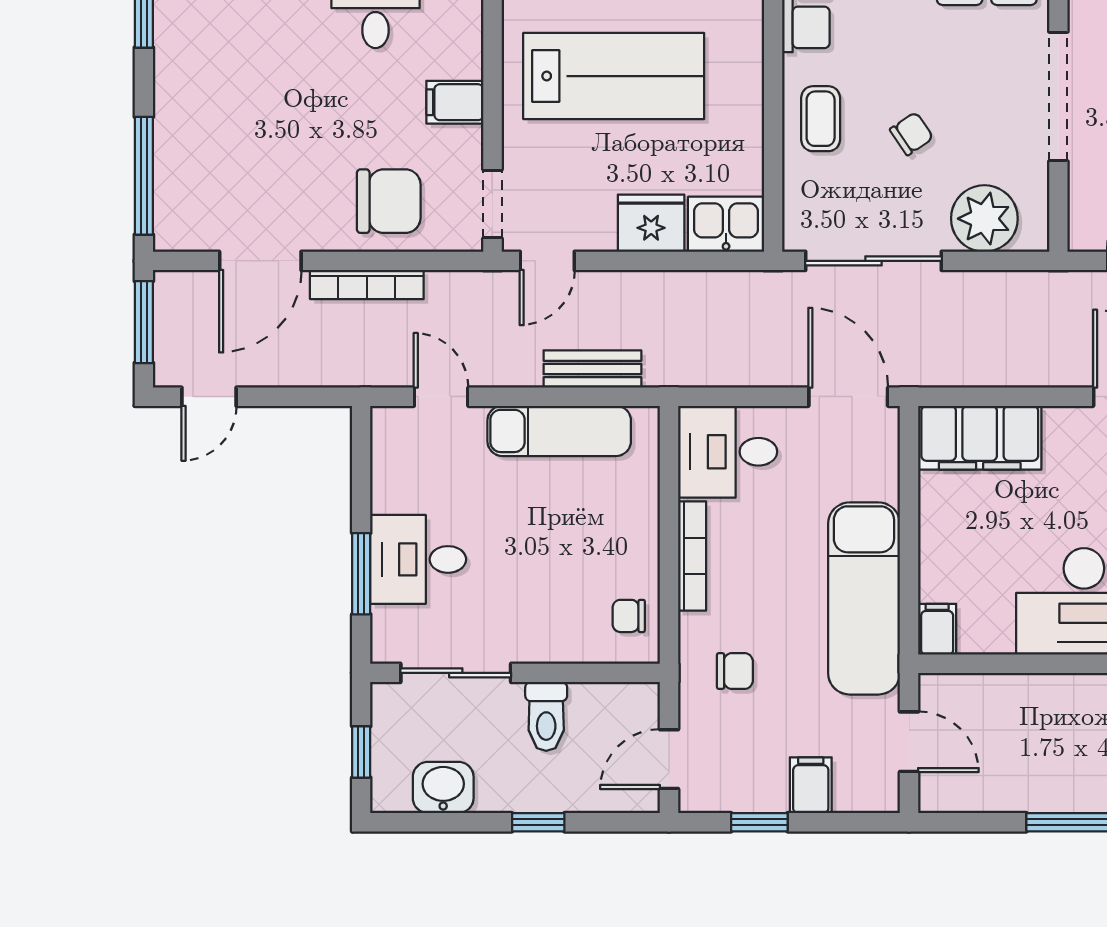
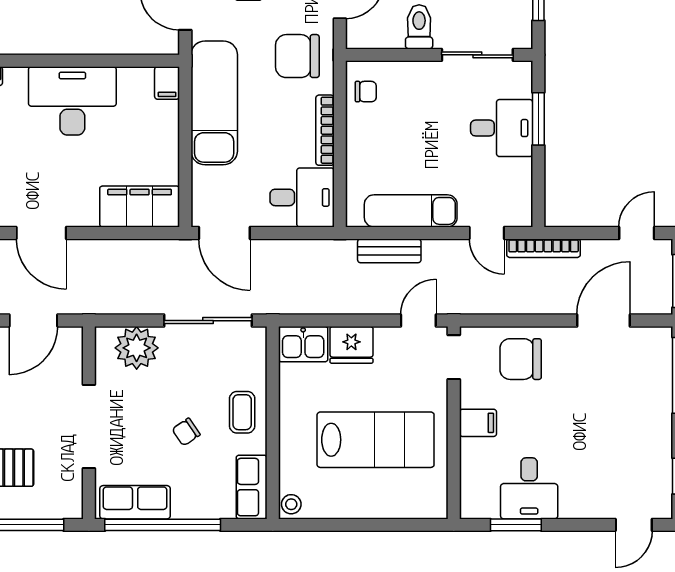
lab bench: (614, 76) -> (376, 440), turned 180
chair: (912, 134) -> (186, 432), moved
bookcase: (367, 285) -> (544, 248), moved, turned 180
chair: (735, 671) -> (297, 56), width x1.87, depth x1.87

